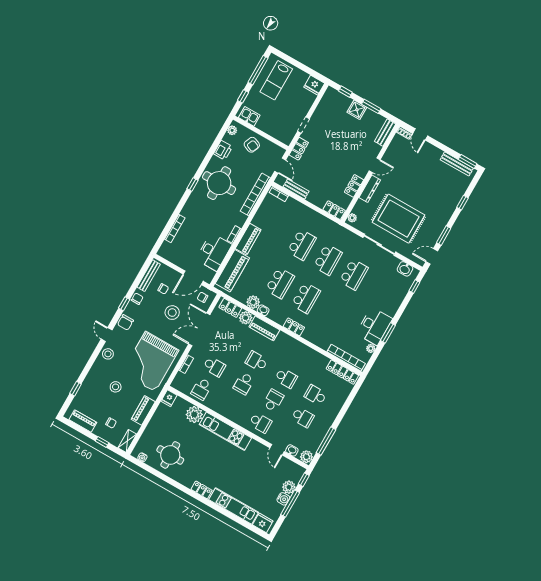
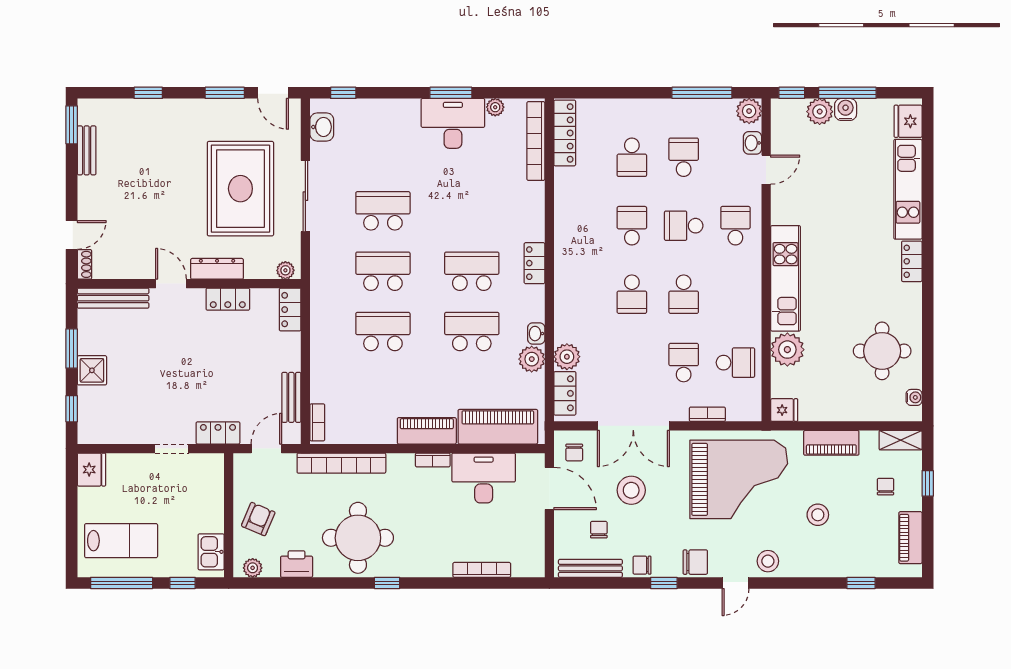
bench: (385, 133) -> (113, 298), width x1.36
bench: (457, 164) -> (87, 150), width x0.73
piano: (264, 328) -> (567, 313), removed
school desk: (244, 383) -> (684, 294), turned 90

